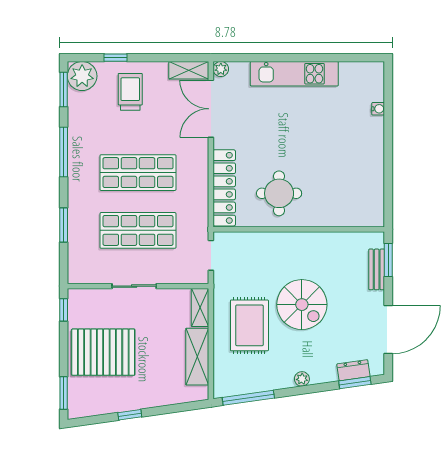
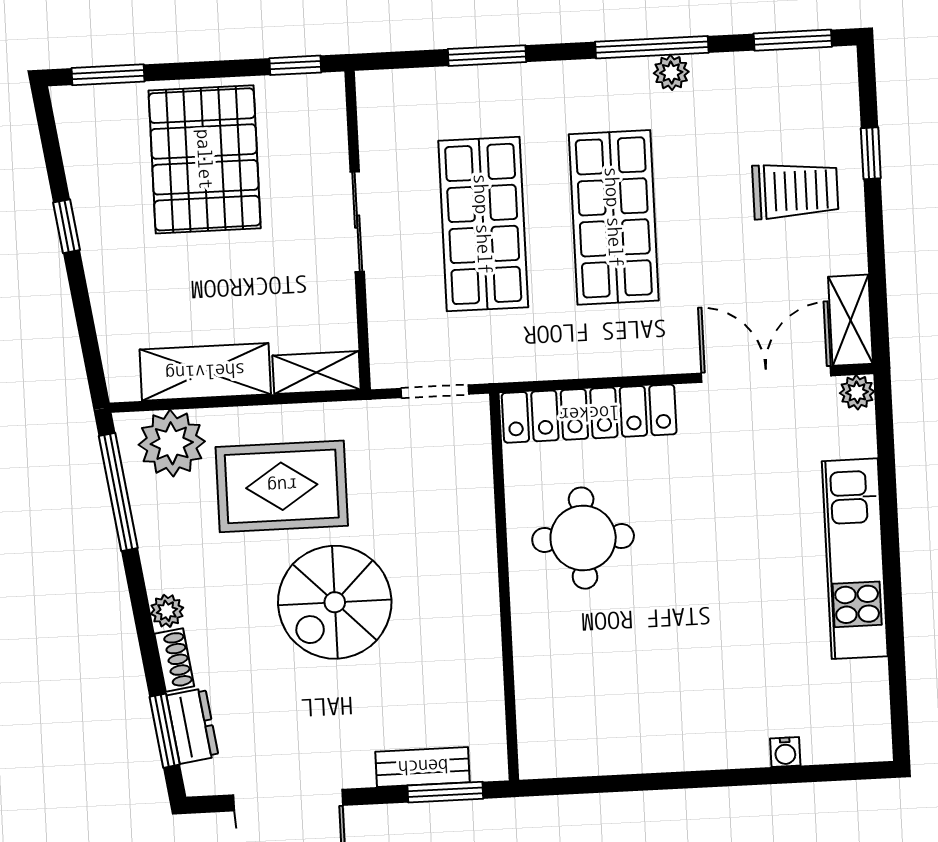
plant: (82, 76) -> (671, 73), moved, width x0.53, depth x0.53
plant: (228, 373) -> (172, 443), added
shoe rack: (324, 377) -> (174, 660), added

